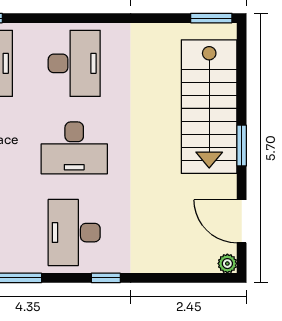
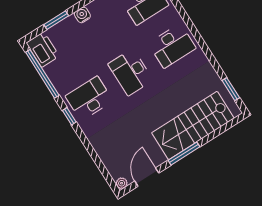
window: (211, 18) -> (231, 89), moved
window: (242, 146) -> (184, 154), width x1.44
window: (106, 278) -> (69, 116), moved

